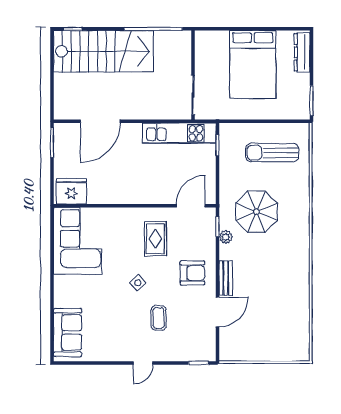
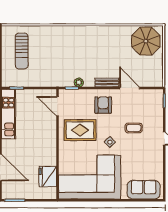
fridge: (71, 191) -> (48, 177), moved
parasol: (256, 212) -> (146, 41), moved
rug: (155, 239) -> (80, 130), width x1.36, depth x1.43
corner sofa: (78, 241) -> (90, 177), width x1.36, depth x1.36

